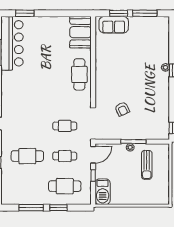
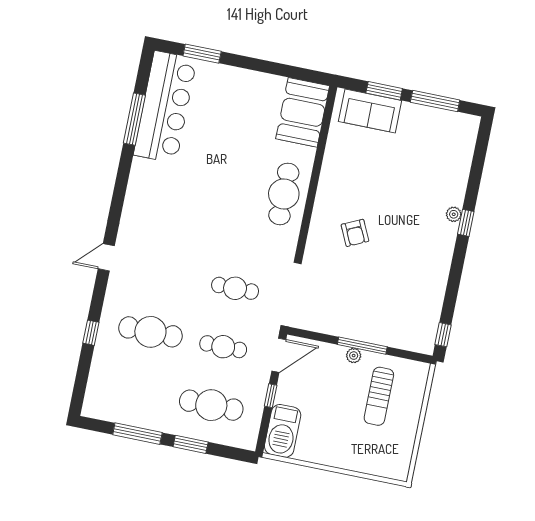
armchair: (122, 109) -> (355, 233), moved

